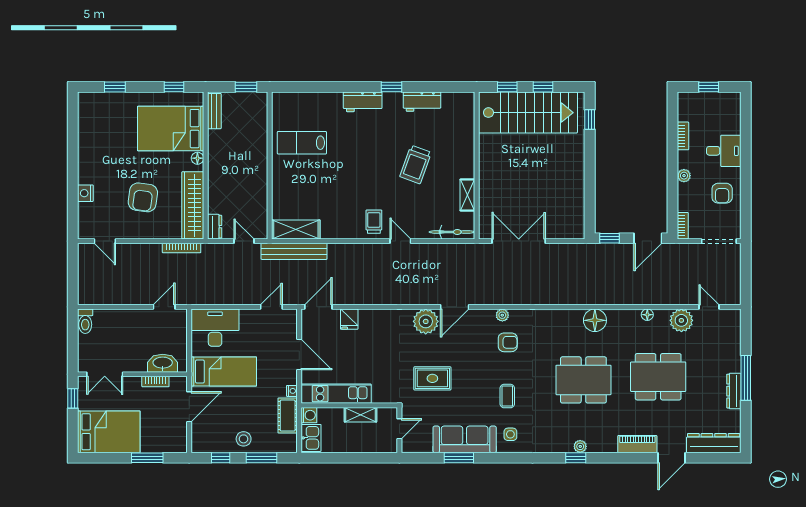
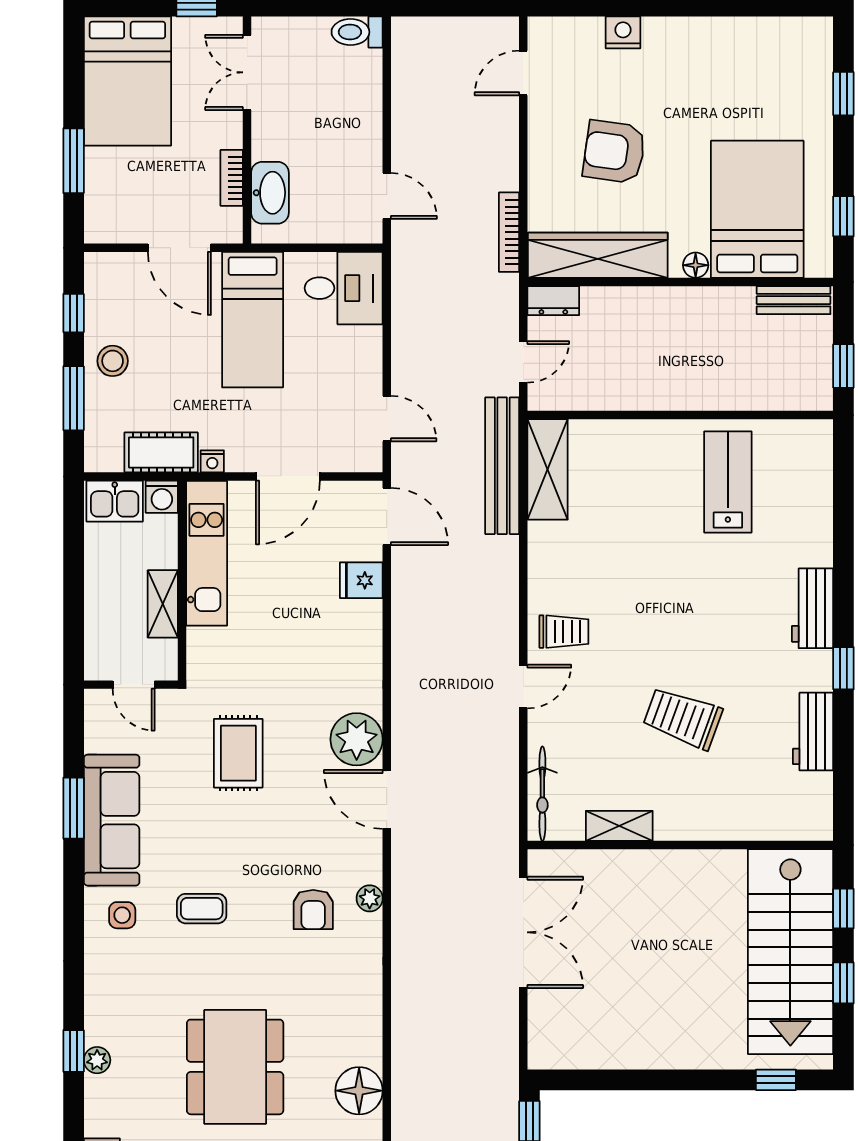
desk: (215, 328) -> (344, 288), width x0.73

